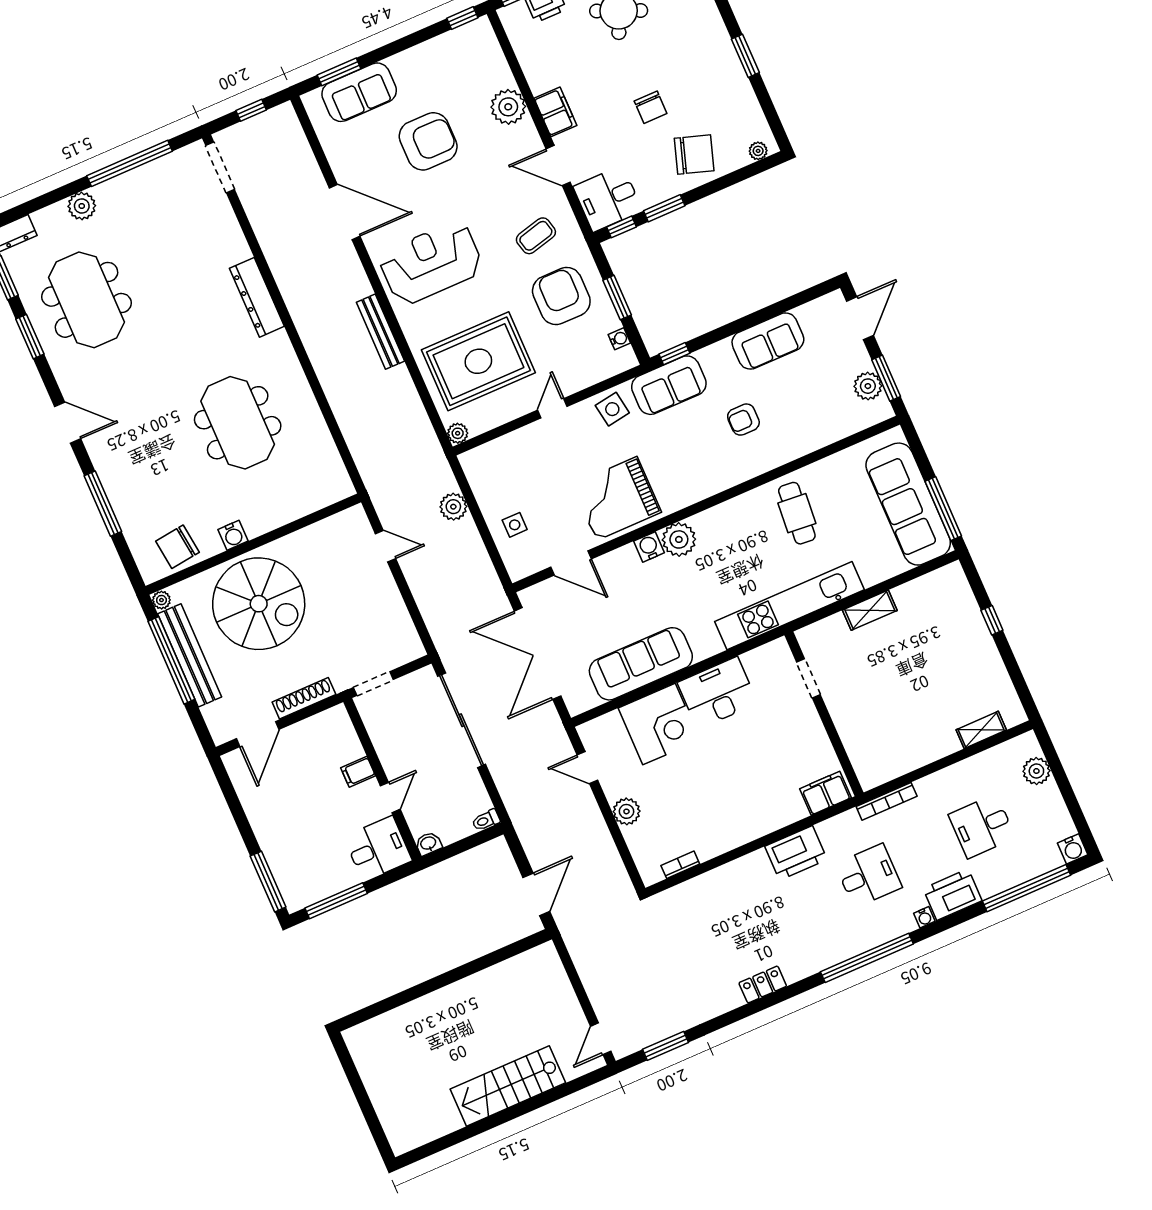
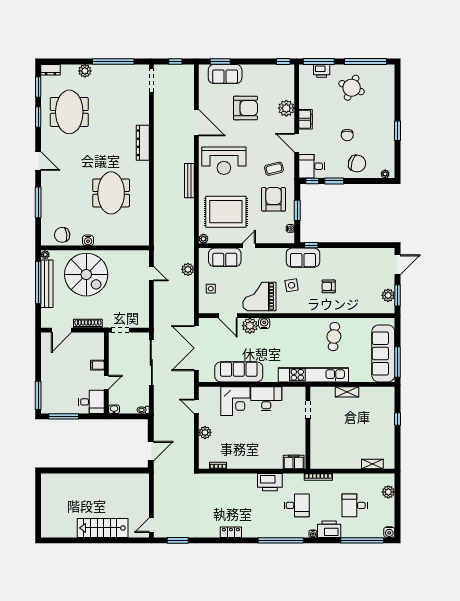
reception desk: (431, 263) -> (224, 161), turned 180
sofa: (768, 341) -> (225, 257), moved
side table: (612, 409) -> (292, 285), moved
plant: (679, 539) -> (250, 326), moved

